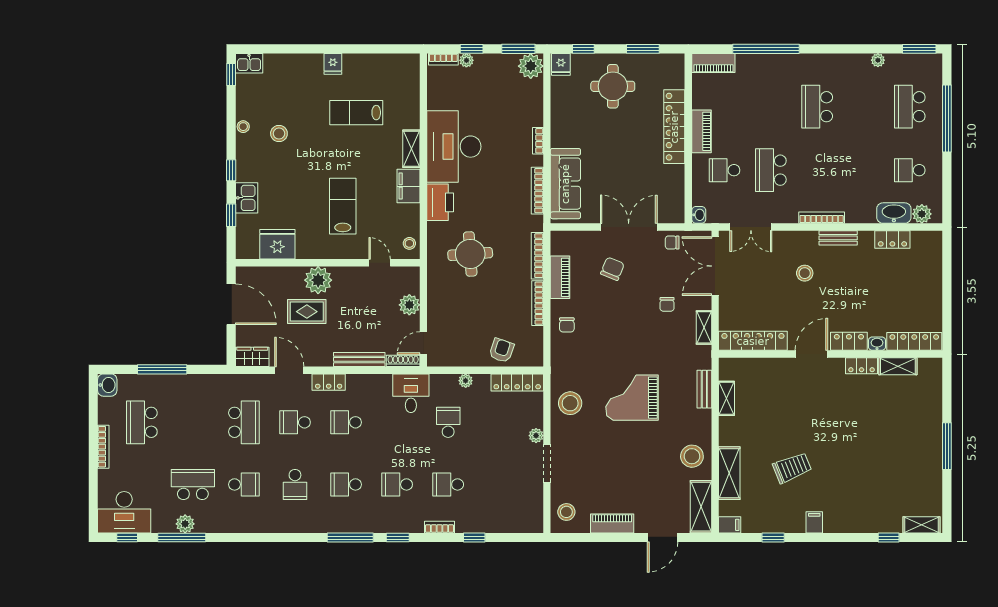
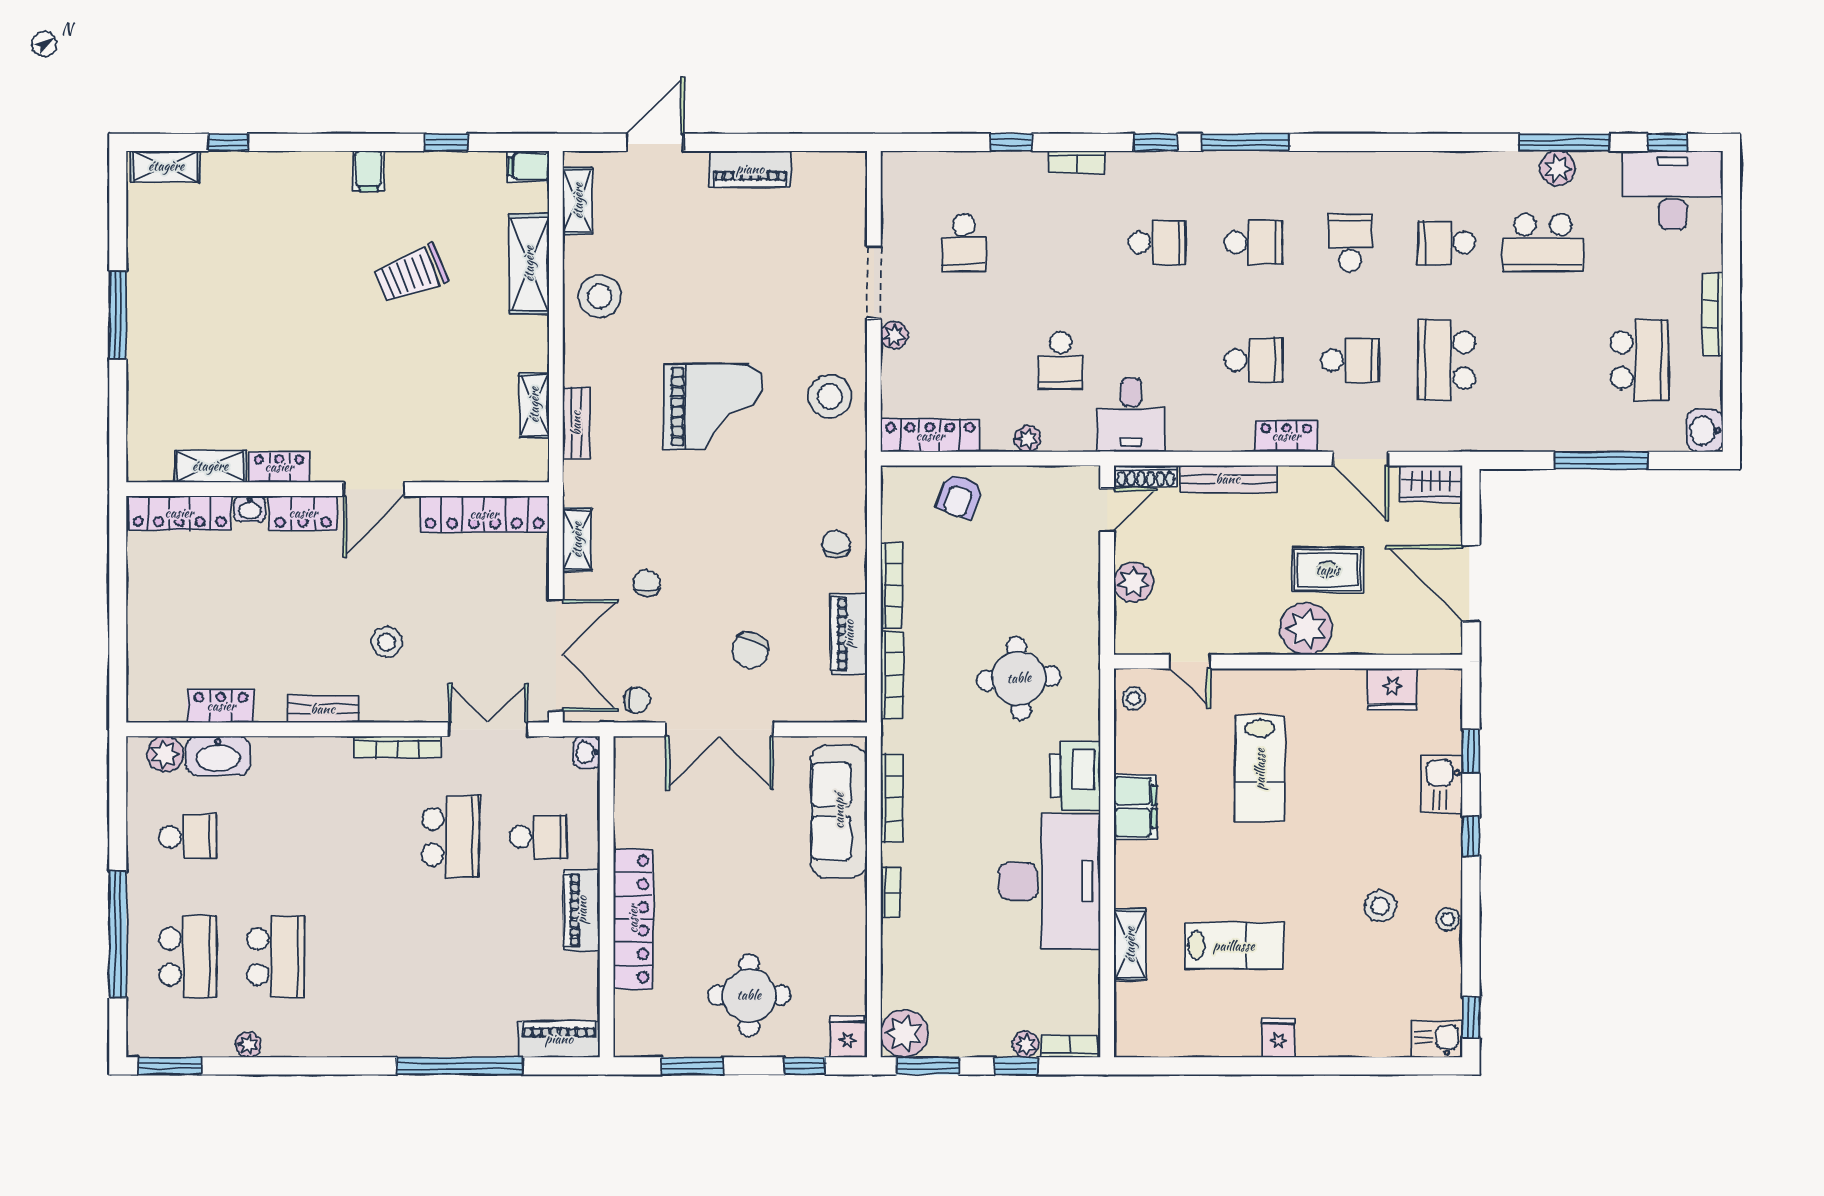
school desk: (817, 107) -> (275, 957), moved
shelving: (411, 149) -> (1130, 945), moved
bookcase: (822, 218) -> (397, 747), moved
fridge: (277, 244) -> (1392, 689), width x0.73, depth x0.75
school desk: (448, 484) -> (964, 243), moved, turned 90
shelving: (701, 507) -> (578, 201), width x0.67, depth x0.75
stool: (566, 512) -> (837, 191), removed

